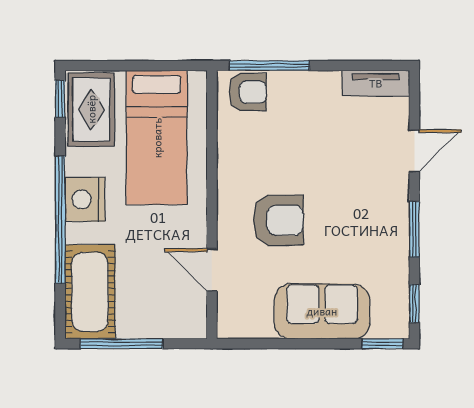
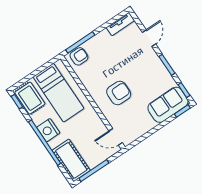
door: (212, 270) -> (116, 137), moved
sofa: (322, 311) -> (168, 105), moved

